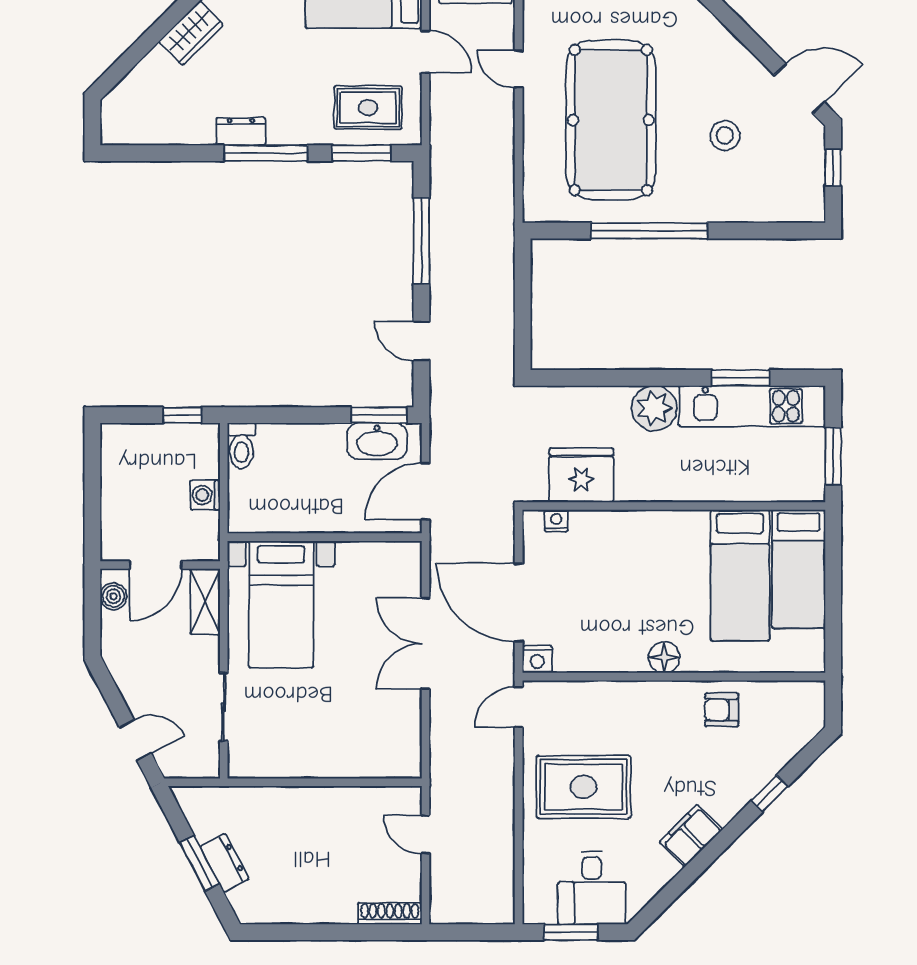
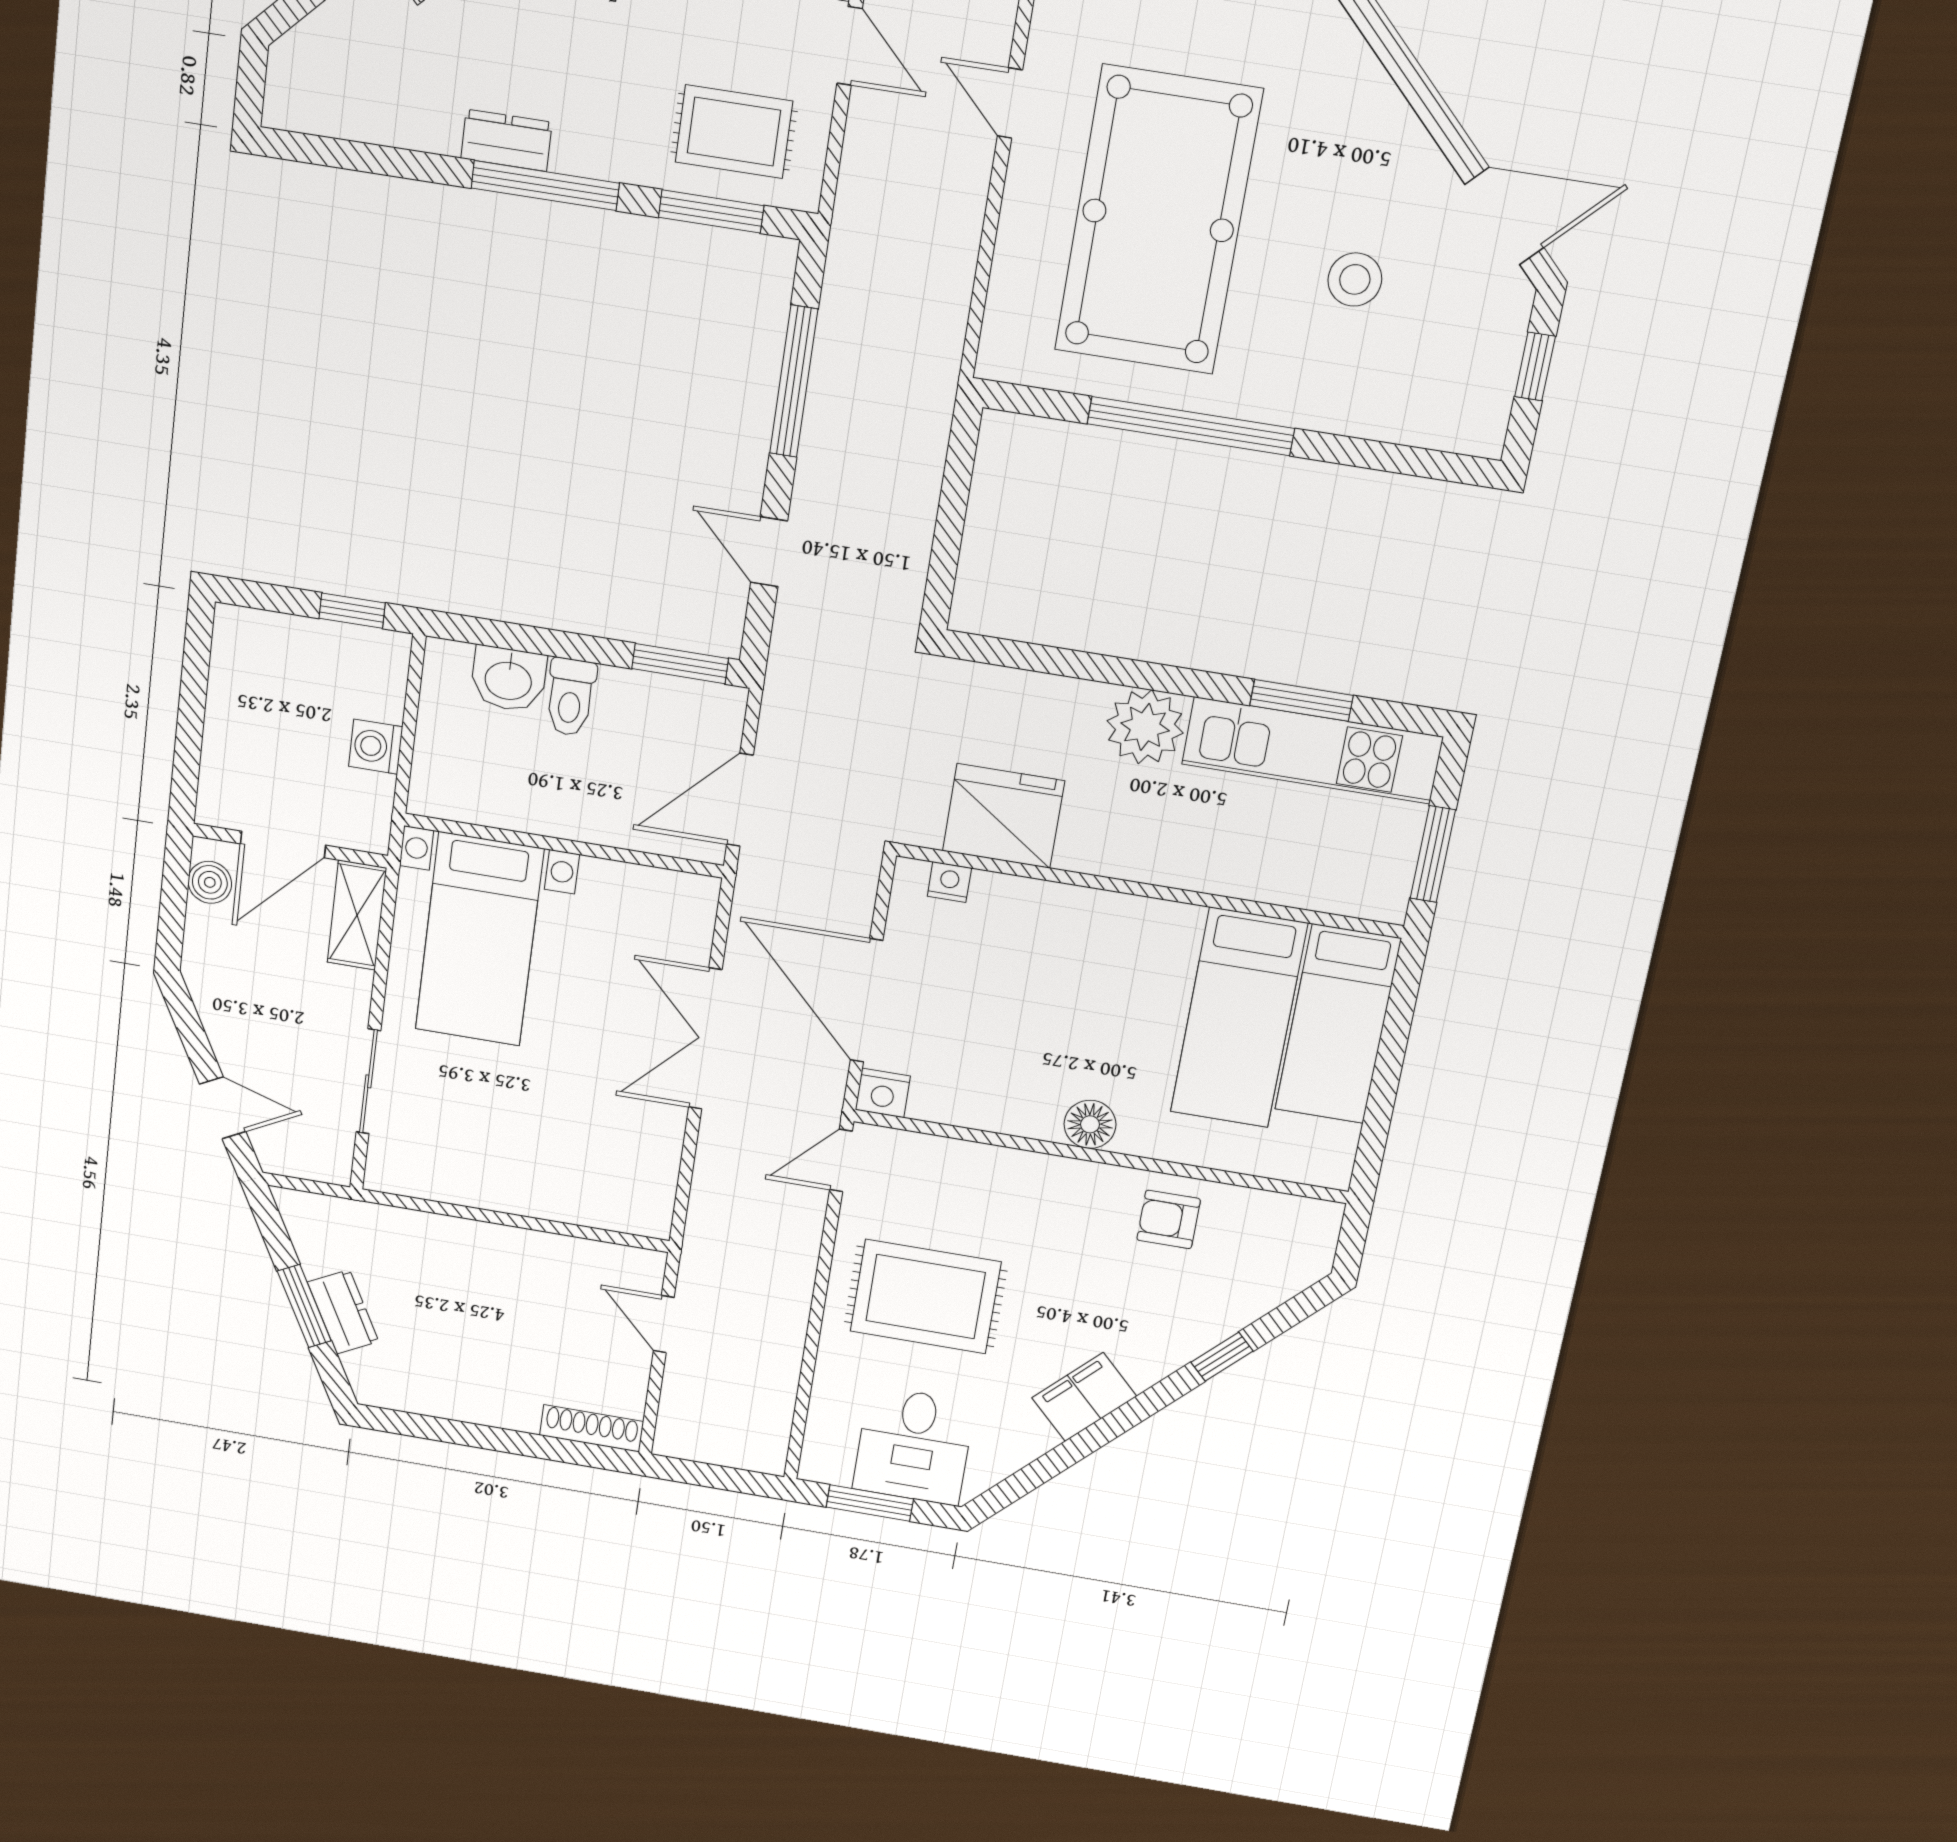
washbasin: (377, 441) -> (508, 679), moved, width x0.72
toilet: (241, 446) -> (570, 697), moved

